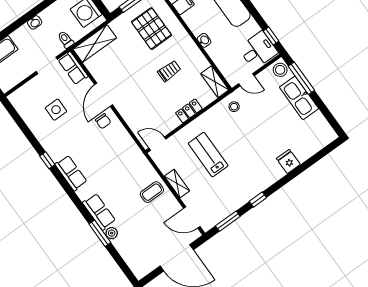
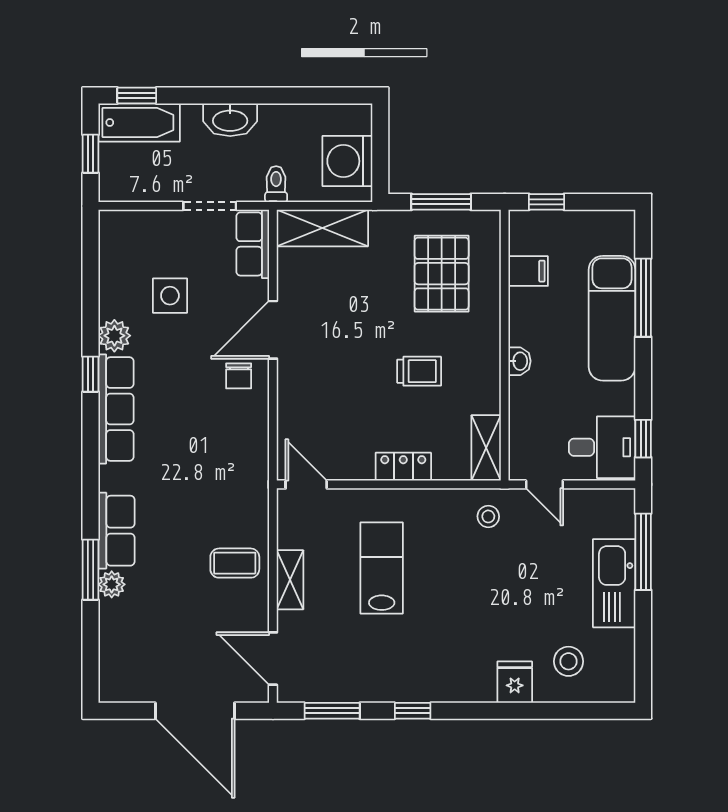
washbasin: (35, 22) -> (230, 120), width x1.91, depth x1.45
stool: (280, 70) -> (568, 661), moved
plant: (46, 140) -> (114, 336), added
row of seats: (71, 173) -> (116, 409), width x1.48

